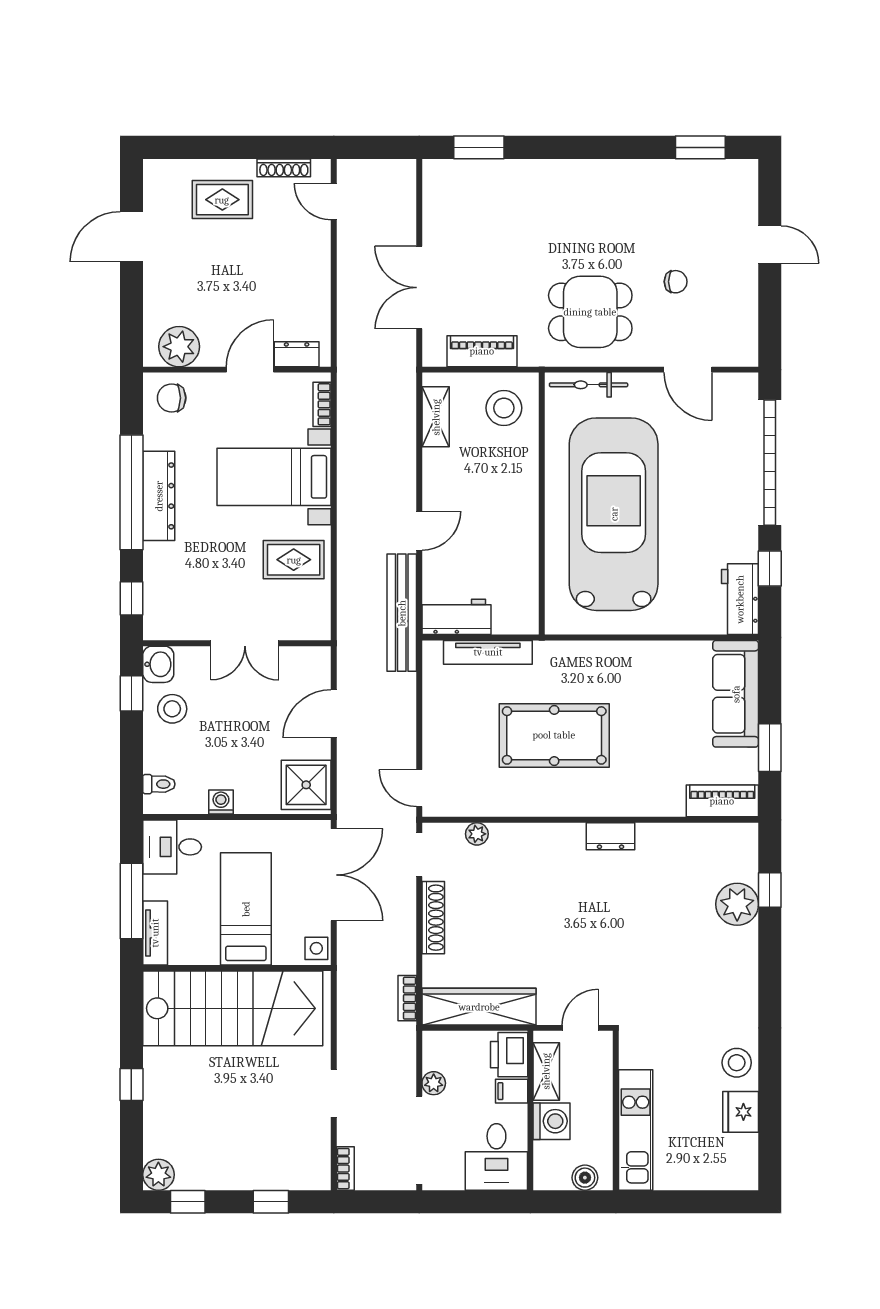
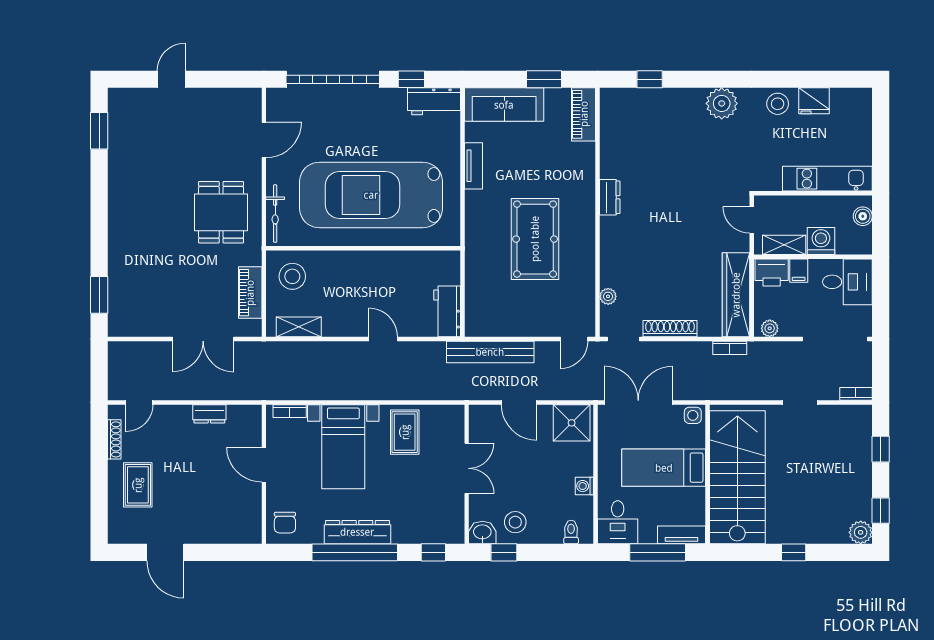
chair: (676, 282) -> (199, 149), removed
plant: (179, 347) -> (247, 517), removed
dresser: (297, 354) -> (209, 414), moved, turned -90
bench: (402, 613) -> (490, 352), moved
tv unit: (488, 652) -> (473, 166), moved, width x0.71
plant: (737, 904) -> (722, 103), moved
plant: (434, 1083) -> (770, 328), moved

